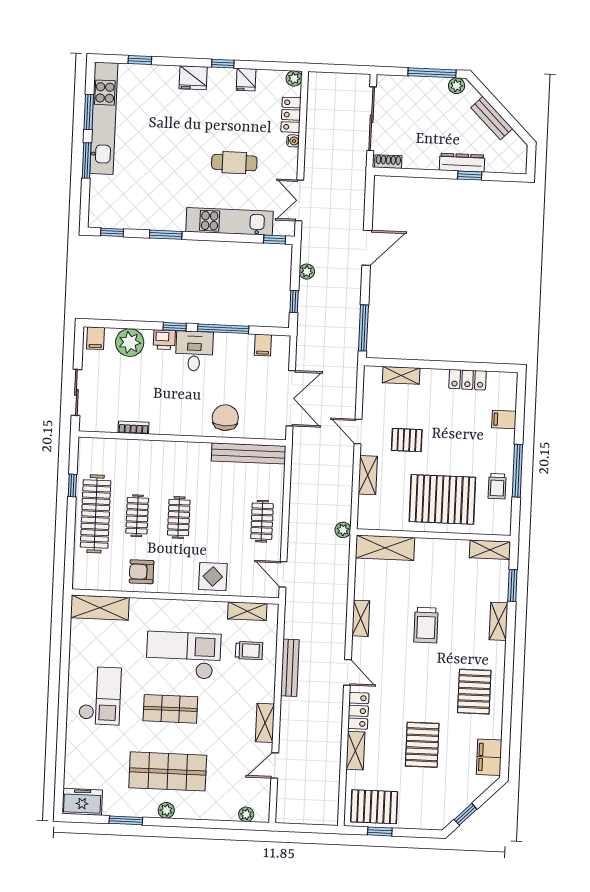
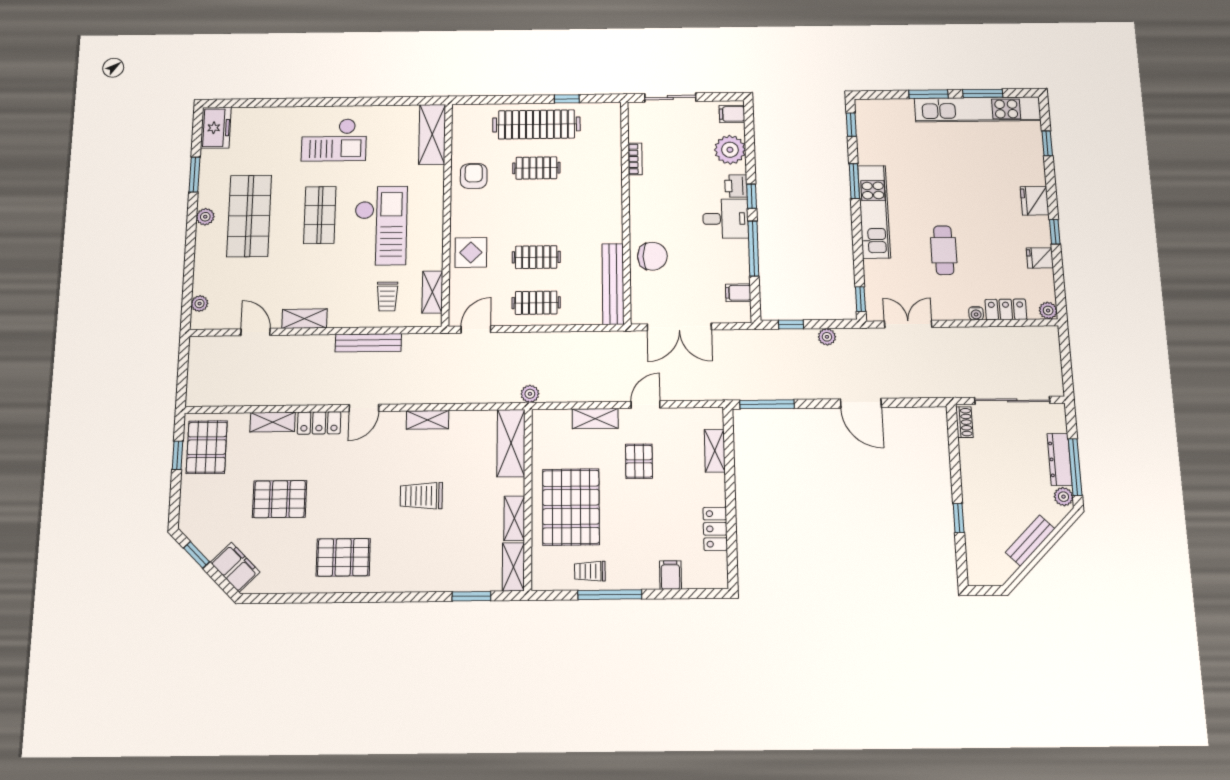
dresser: (462, 163) -> (1060, 459), moved, turned 180
kitchen unit: (229, 222) -> (874, 212), moved
clothes rail: (179, 518) -> (536, 257), moved
shelving: (498, 621) -> (514, 518), moved, turned 90
filing cabinet: (489, 757) -> (235, 567), moved, turned 45

